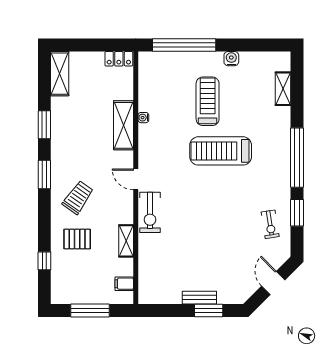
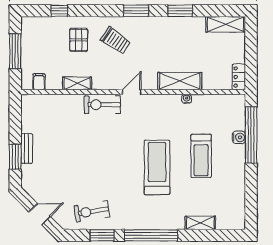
water cooler: (231, 59) -> (239, 137), moved
shelving: (283, 89) -> (200, 223), moved
treadmill: (208, 101) -> (201, 156), turned 90
exercise bike: (270, 224) -> (92, 211), width x1.38, depth x1.39

